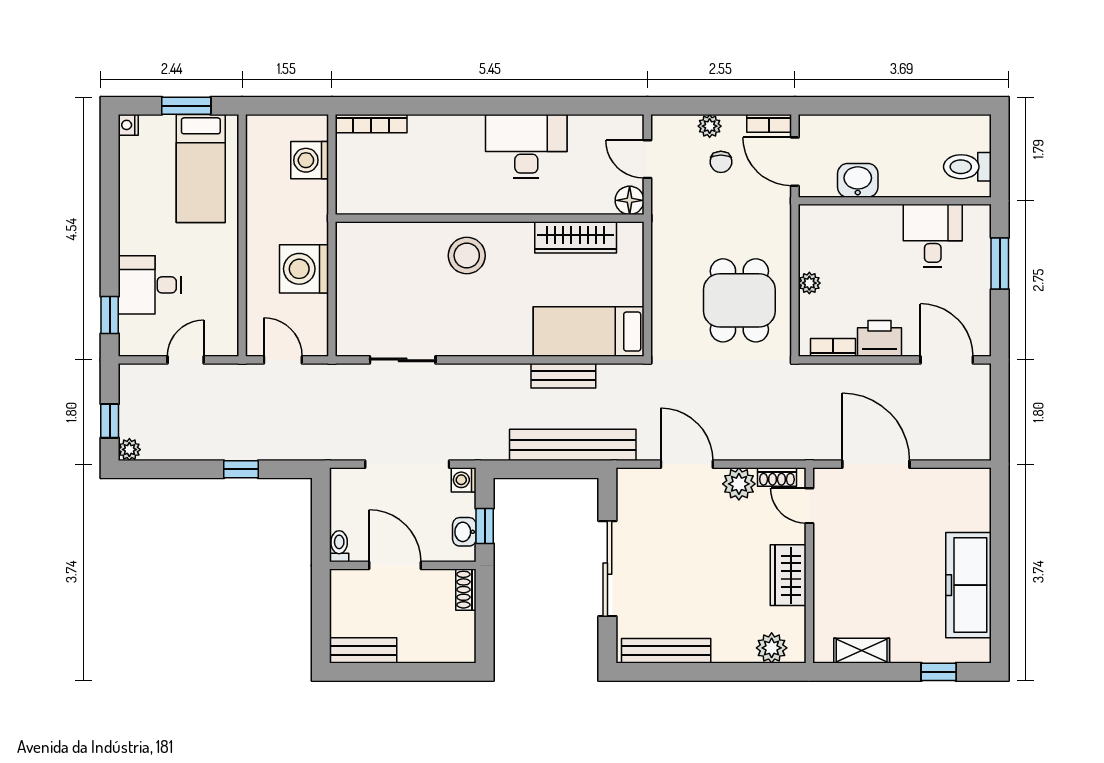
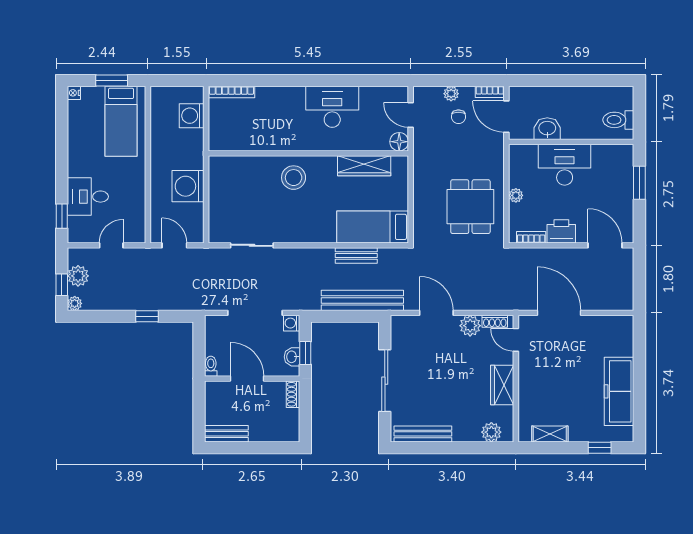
desk: (933, 236) -> (565, 165), moved, width x1.37
plant: (135, 407) -> (78, 276), added

